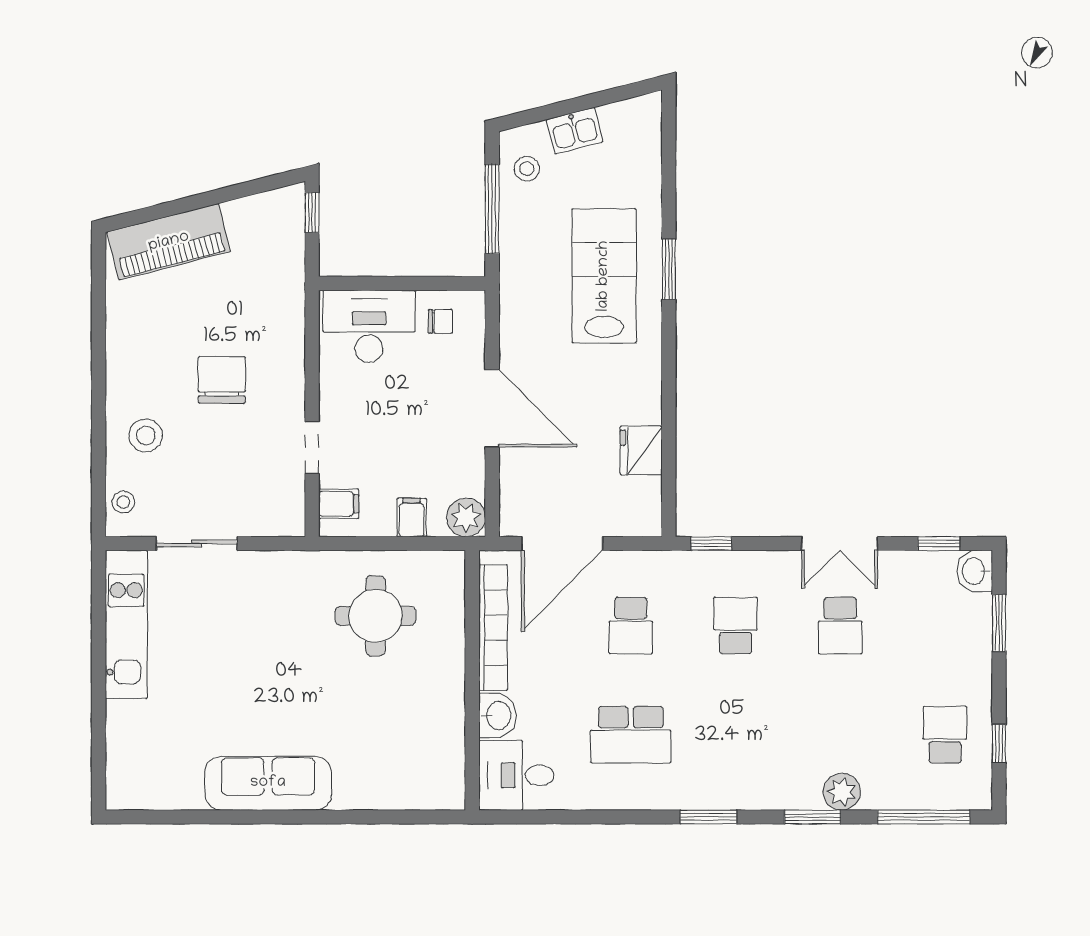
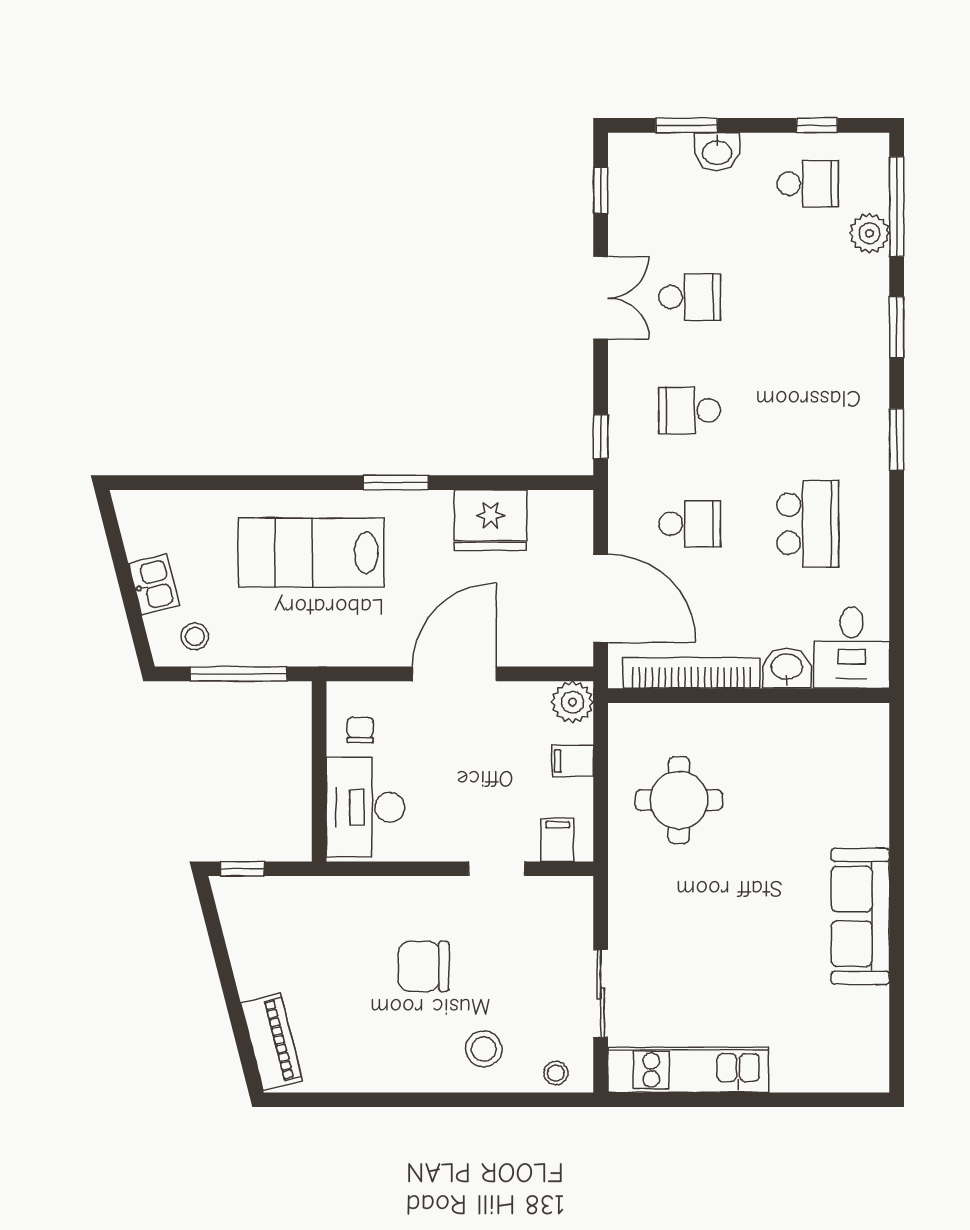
piano: (169, 242) -> (272, 1042), width x0.73, depth x0.75
window: (669, 269) -> (396, 483), moved
fridge: (641, 450) -> (490, 520), width x1.36, depth x1.34
washbasin: (975, 571) -> (717, 152), moved
school desk: (945, 735) -> (808, 184), turned 180
plant: (842, 792) -> (869, 233), moved

